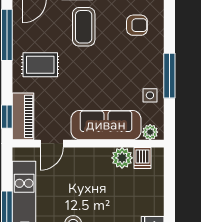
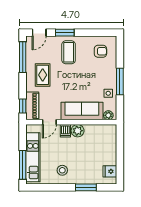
rug: (40, 65) -> (43, 75), turned 90
plant: (122, 158) -> (78, 131), moved
dishwasher: (143, 158) -> (65, 131), moved

